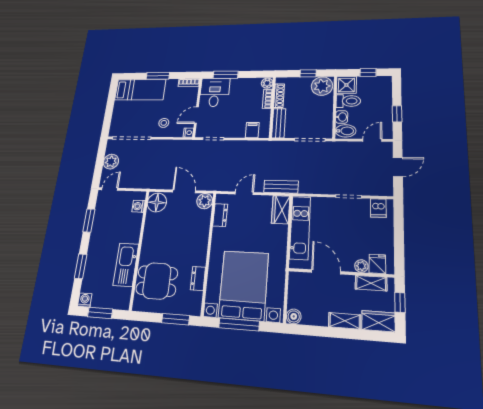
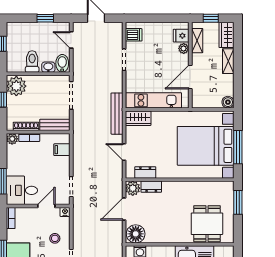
shower: (346, 85) -> (15, 63), removed
door: (196, 115) -> (46, 206), swing flipped
bench: (281, 187) -> (117, 114), width x1.36
dresser: (198, 278) -> (151, 187), moved

